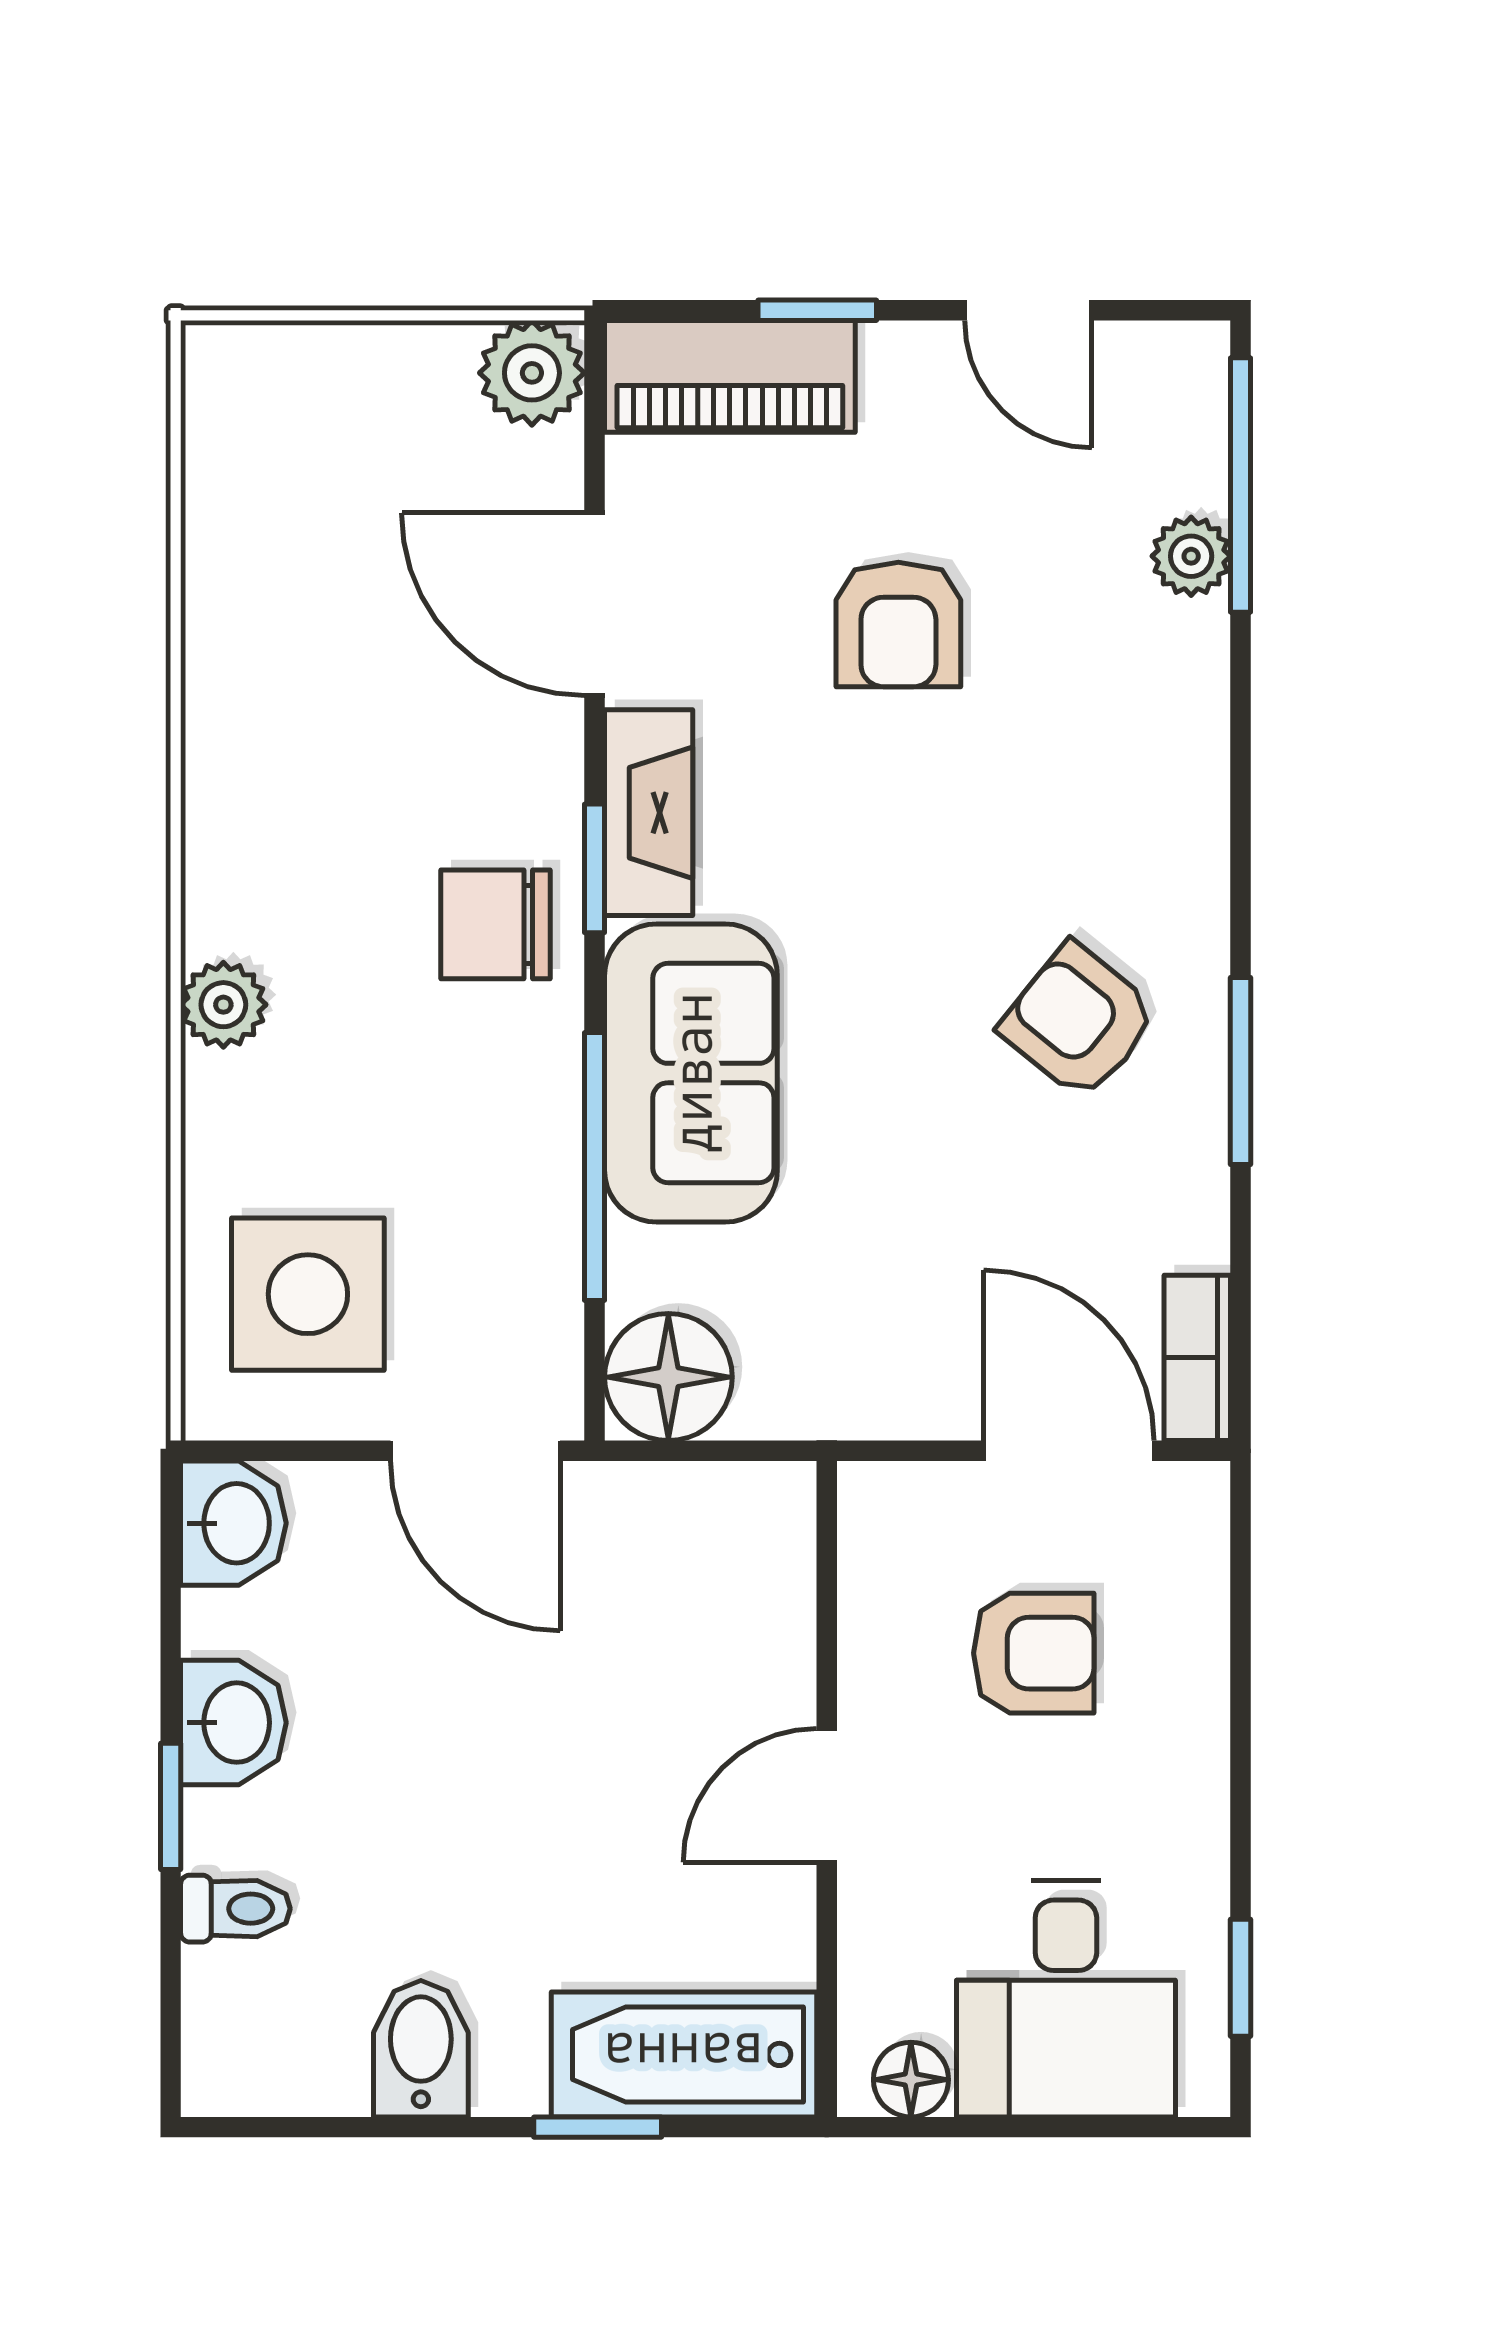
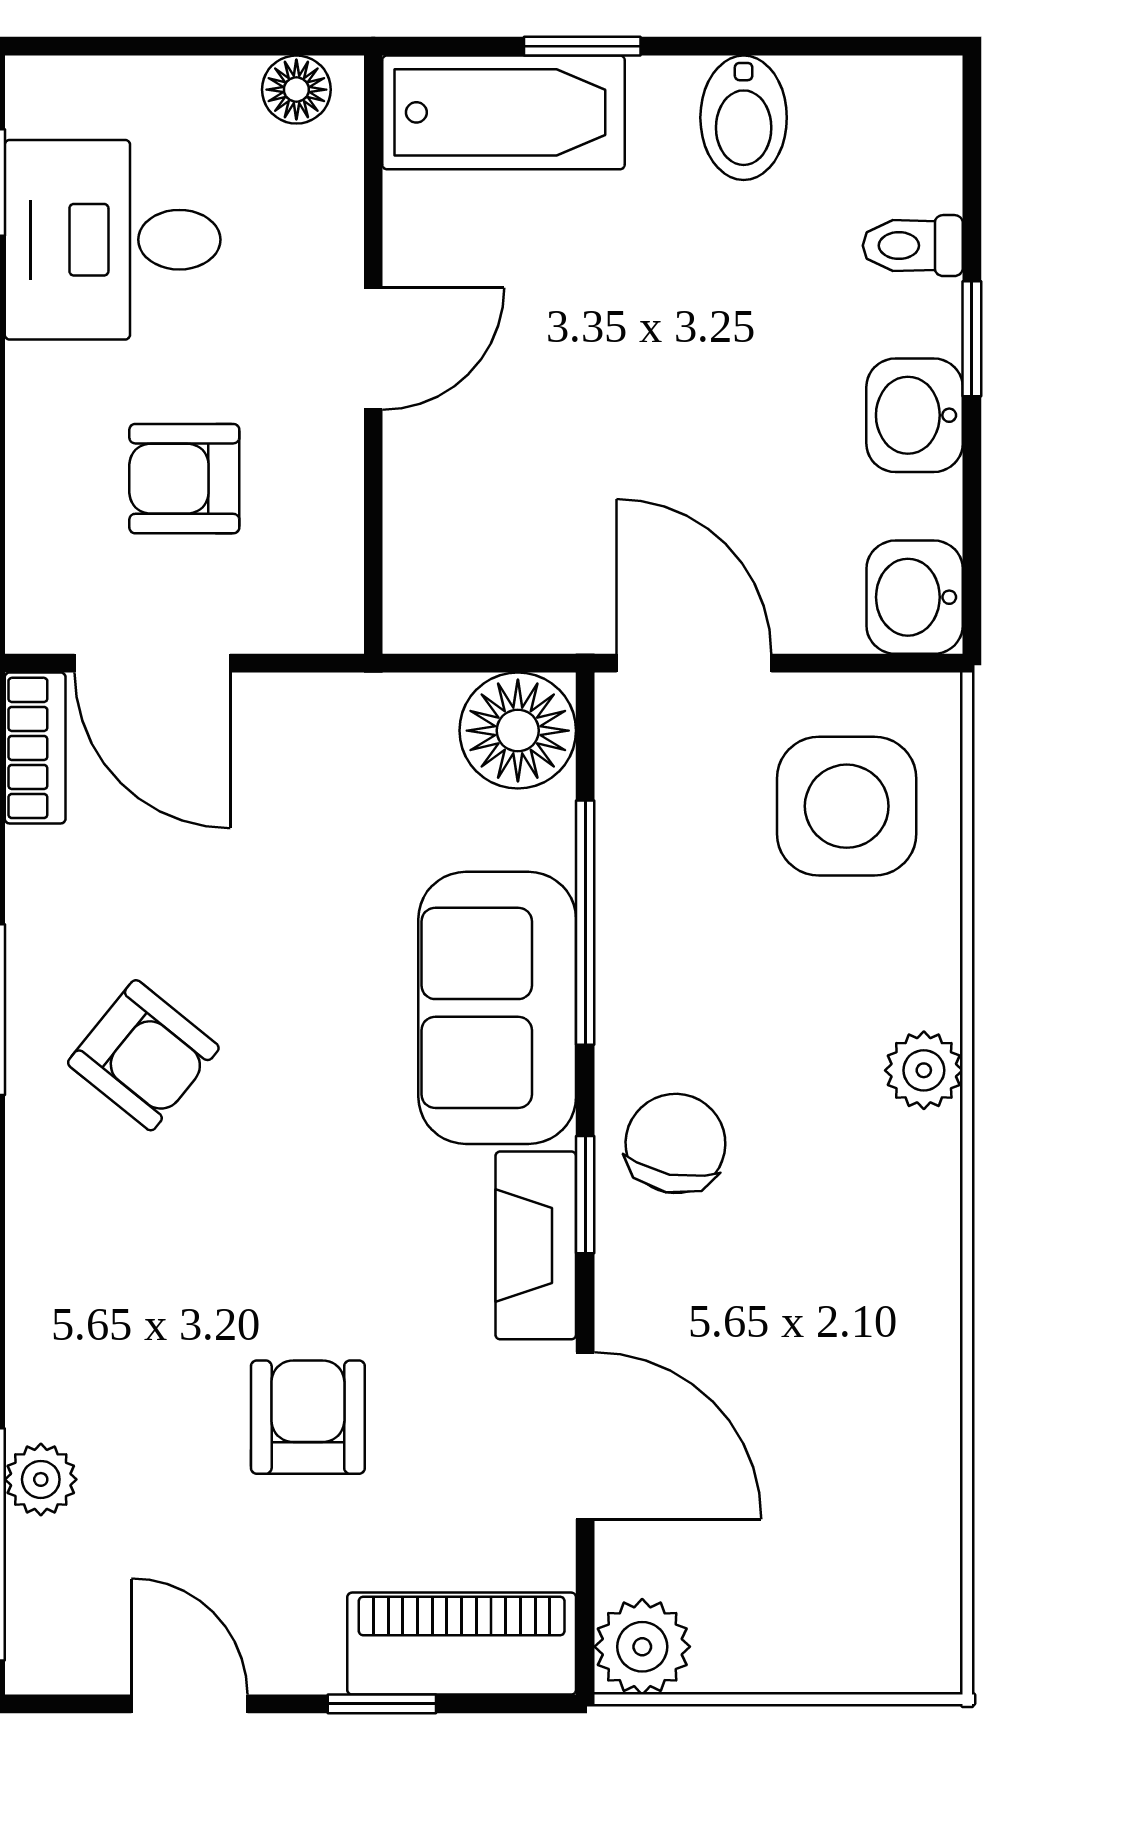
chair: (496, 924) -> (675, 1143), turned -79
desk: (1066, 1999) -> (113, 240), moved, turned -90

